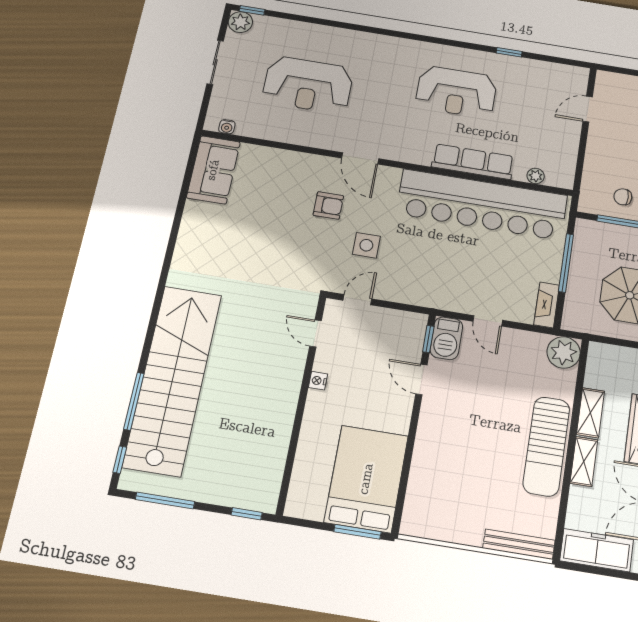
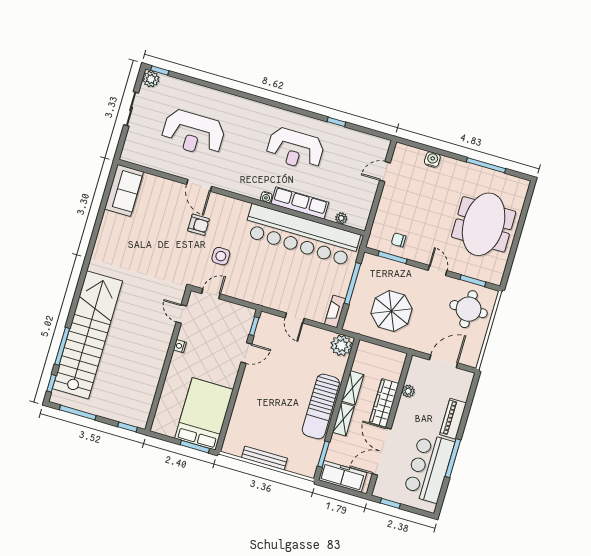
water cooler: (227, 127) -> (266, 197), moved
door: (360, 158) -> (199, 185), moved
barbecue: (446, 338) -> (266, 327), removed
door: (421, 379) -> (246, 353), swing flipped
window: (562, 519) -> (324, 454), added
bench: (519, 544) -> (264, 458), moved

